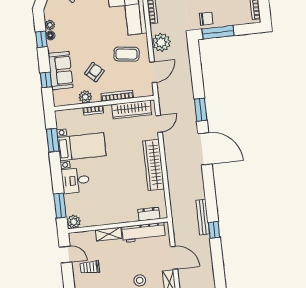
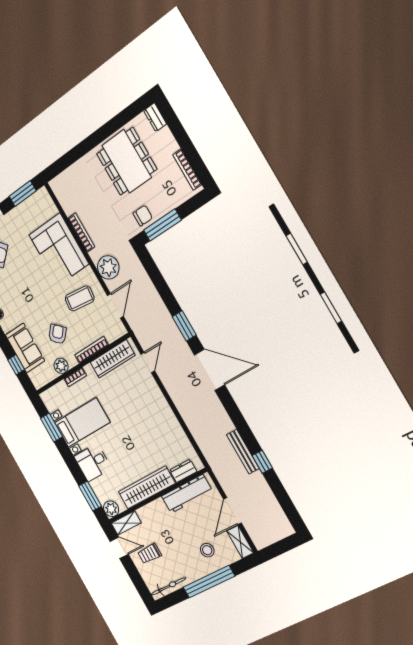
wardrobe: (154, 165) -> (147, 488), moved, turned 90
shelving: (109, 234) -> (126, 523), moved
door: (174, 258) -> (232, 511), swing flipped

